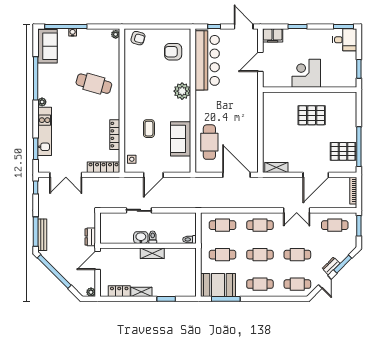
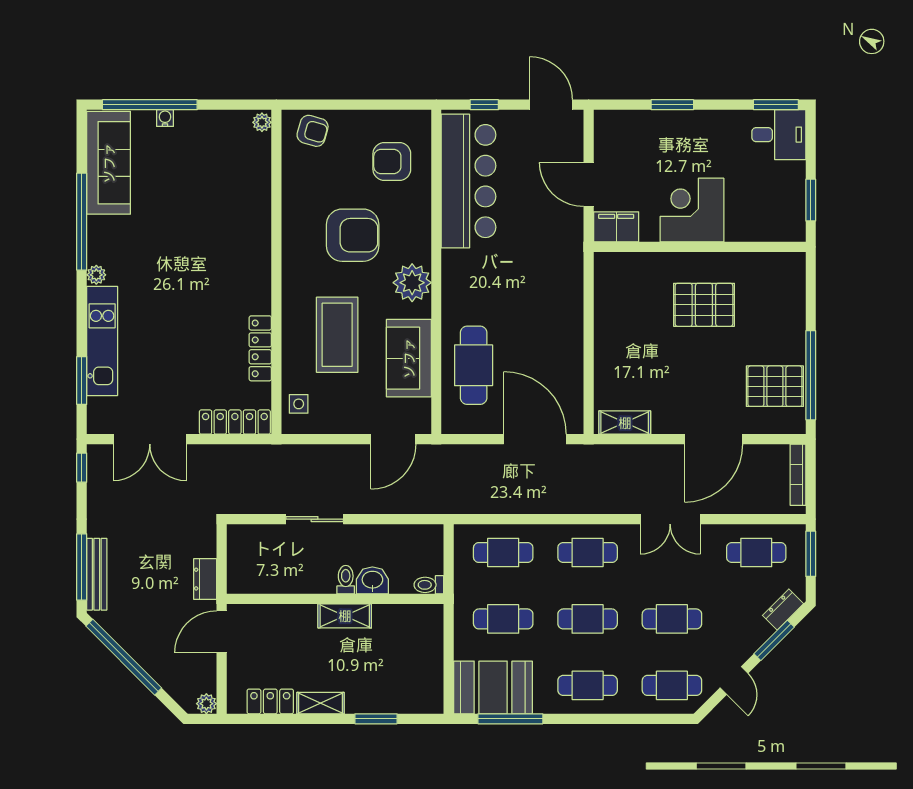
filing cabinet: (273, 35) -> (616, 227), moved, turned 180
sofa: (48, 46) -> (109, 163), width x1.36
door: (260, 62) -> (589, 184), hinge flipped
cafe table: (94, 84) -> (213, 233), removed
armchair: (156, 84) -> (353, 235), added
plant: (182, 91) -> (412, 283), moved
coffee table: (149, 129) -> (337, 335), width x1.86, depth x1.72
door: (153, 175) -> (393, 439), moved
washbasin: (141, 238) -> (372, 580), moved
dresser: (331, 266) -> (783, 610), moved

